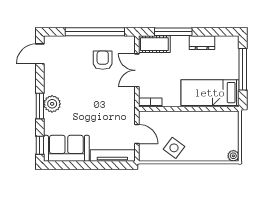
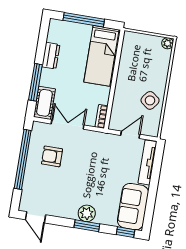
double door: (137, 70) -> (68, 124), swing flipped

